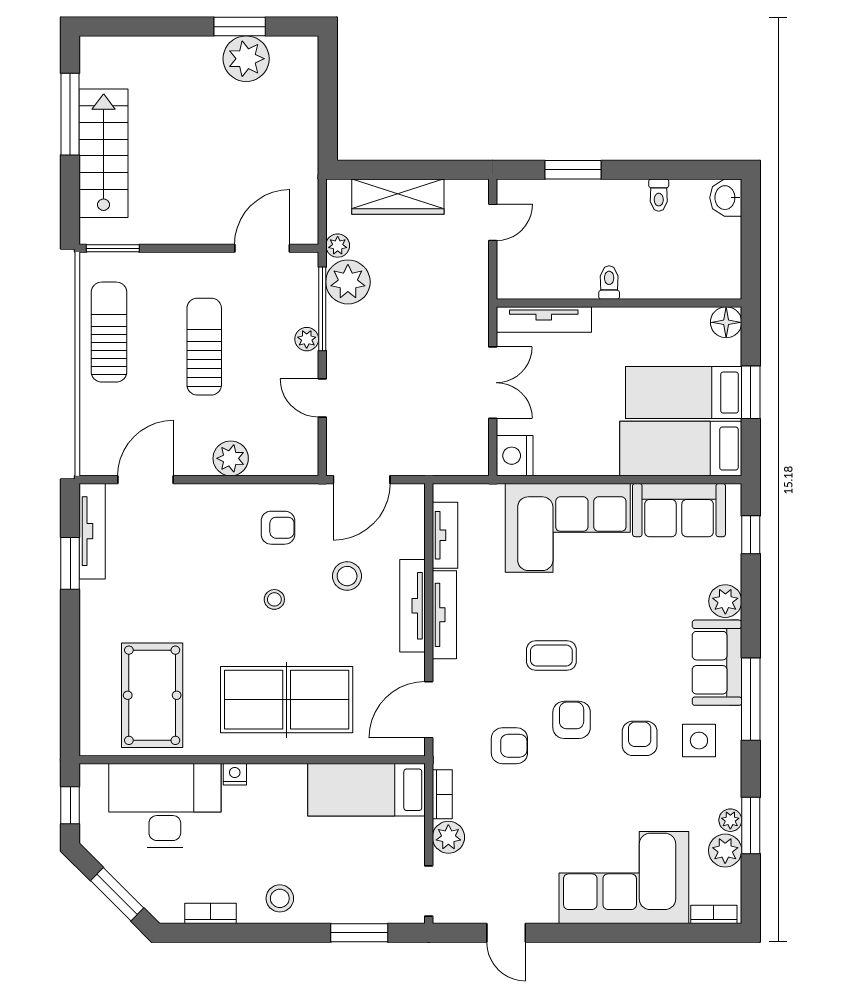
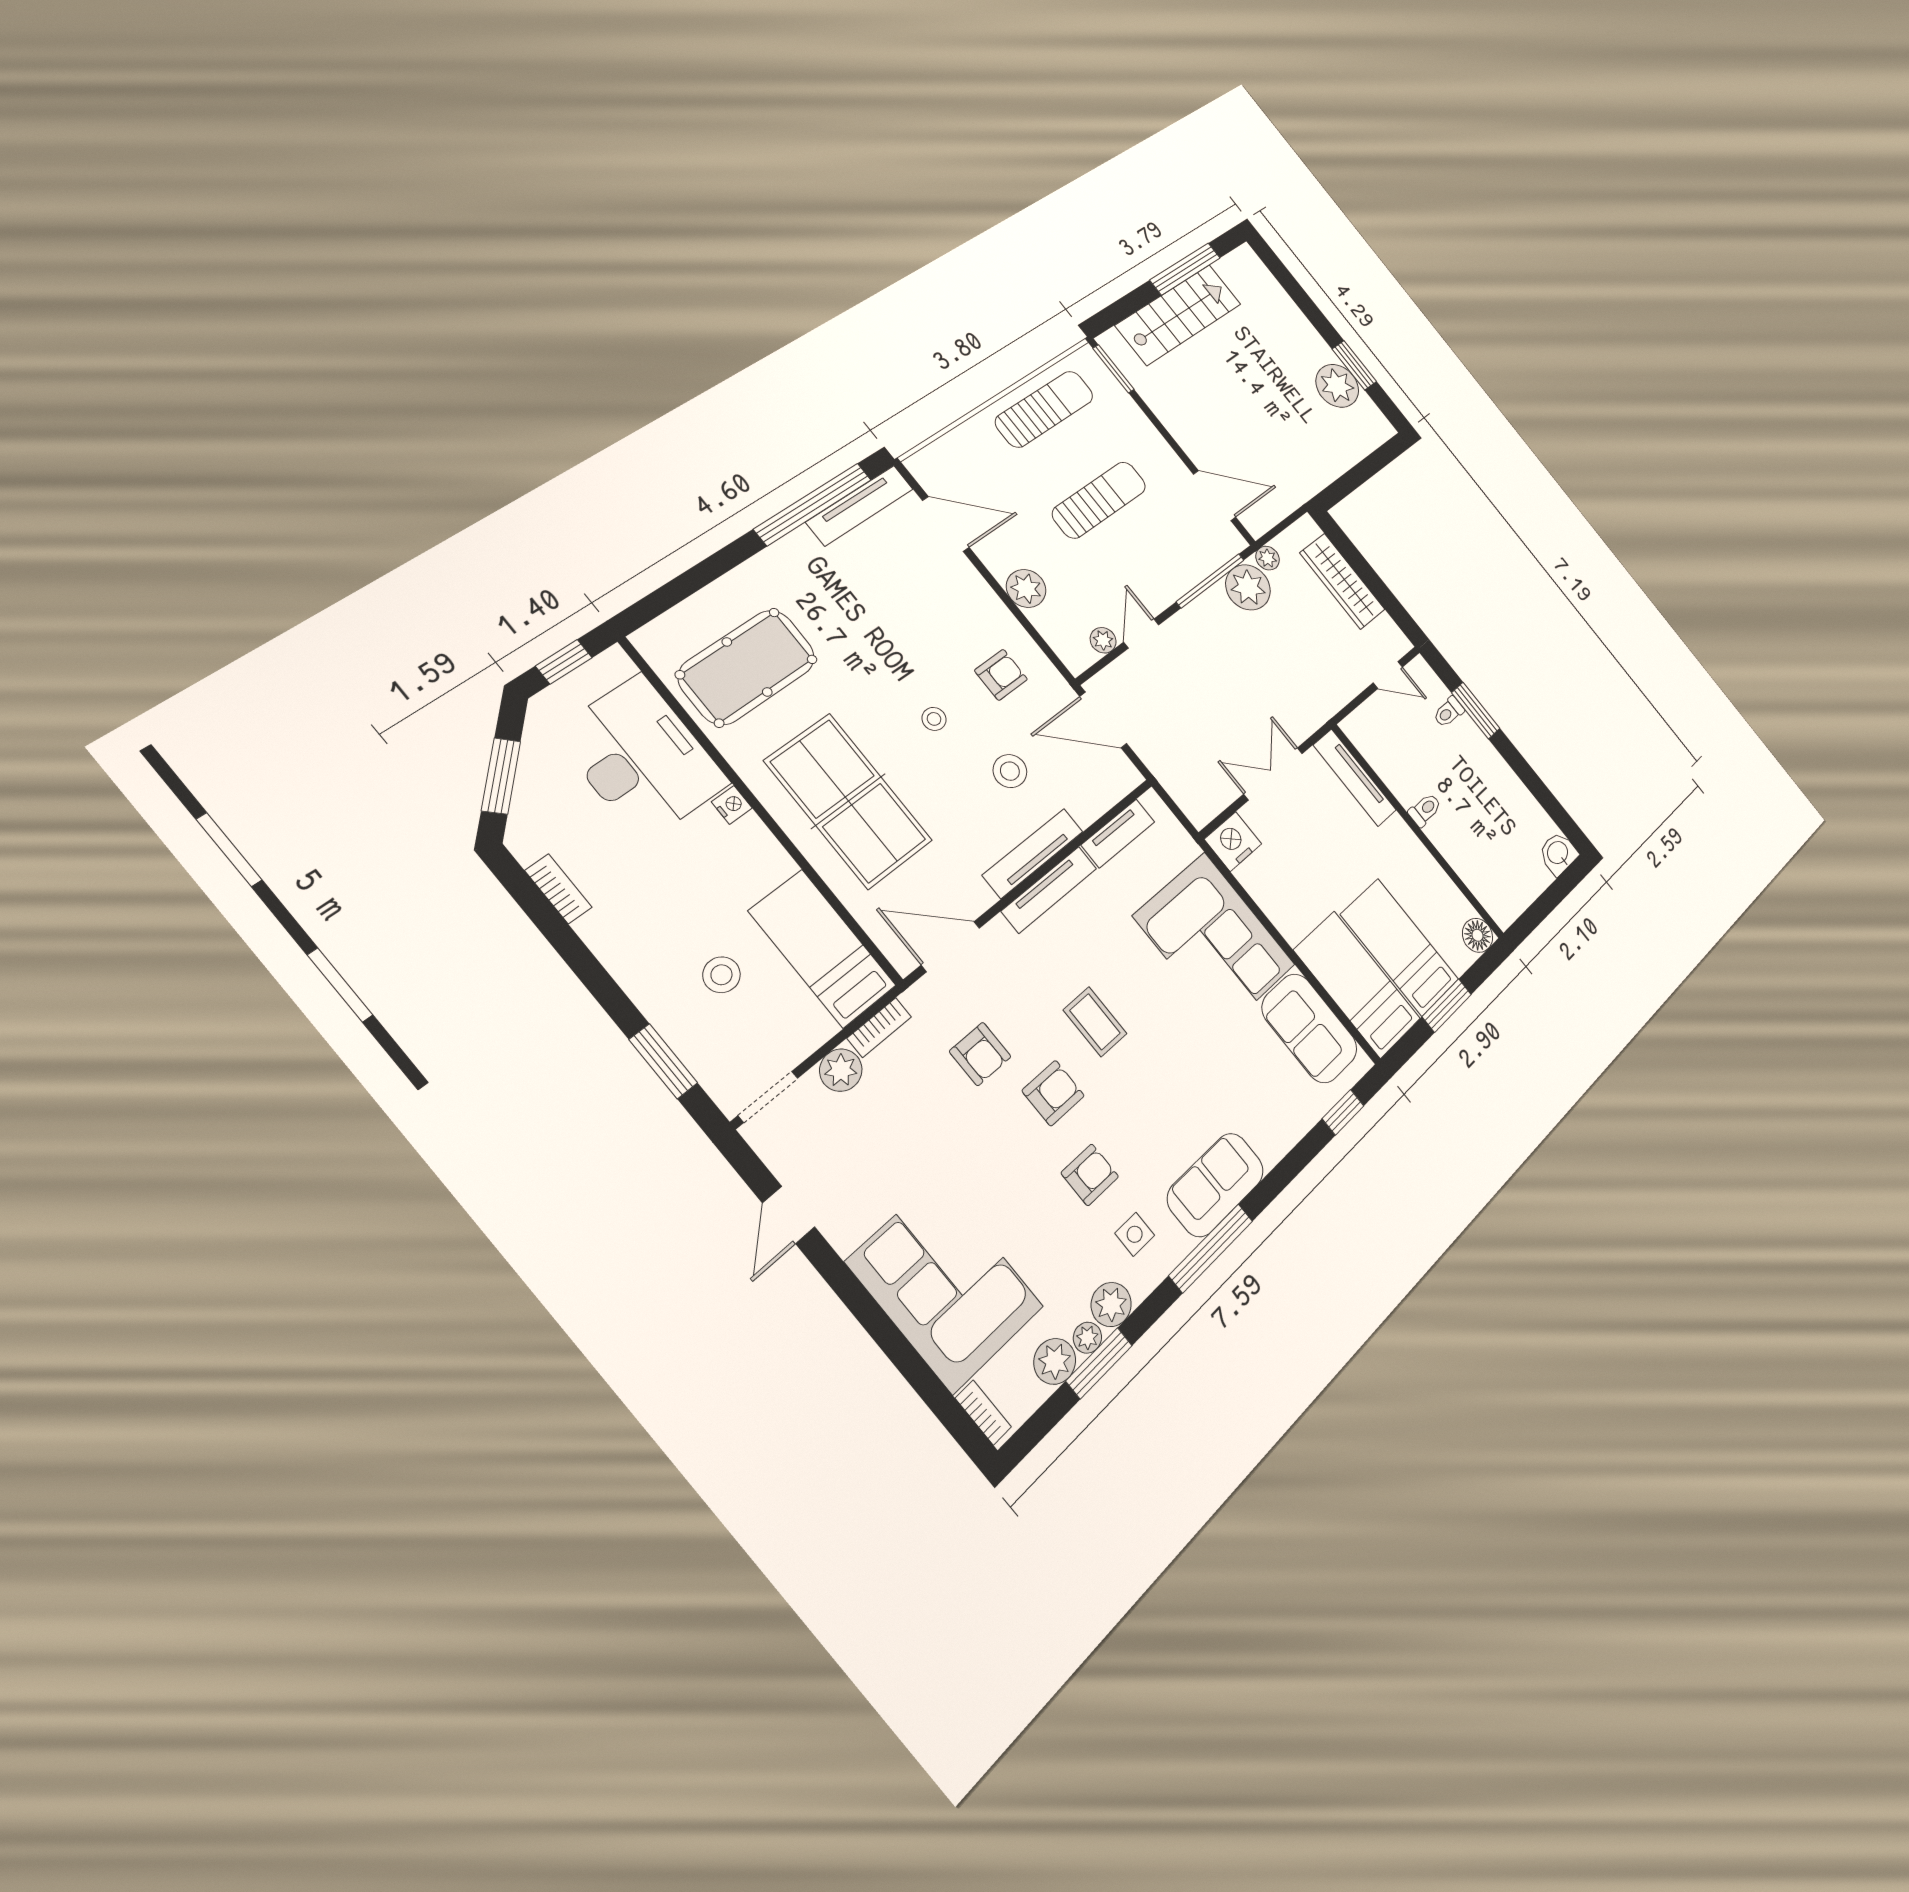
toilet: (659, 195) -> (1449, 712), moved
plant: (307, 339) -> (1103, 640), moved
double door: (493, 383) -> (1273, 774), swing flipped
armchair: (278, 528) -> (1001, 675), turned -90
window: (70, 563) -> (813, 504), width x2.11
plant: (725, 601) -> (1111, 1304), moved
side table: (699, 741) -> (1135, 1234), width x0.73, depth x0.73
stool: (280, 898) -> (722, 975), moved

